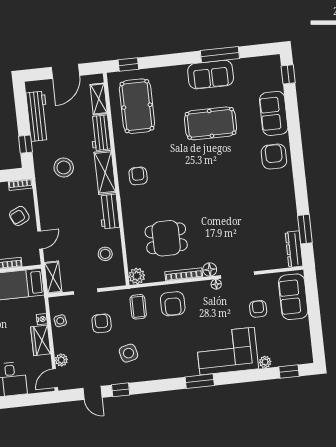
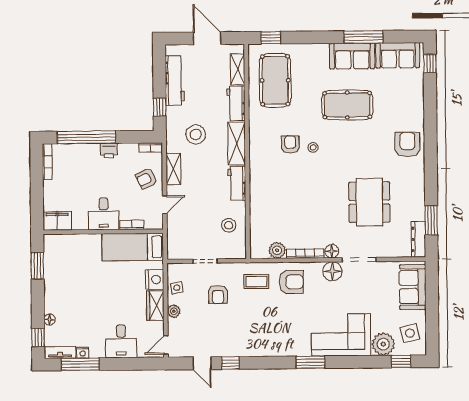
door: (65, 71) -> (207, 38), swing flipped
sofa: (274, 113) -> (398, 55), moved, turned -90
stool: (181, 169) -> (313, 147), added
armchair: (138, 176) -> (290, 145), moved
dining table: (166, 238) -> (369, 202), moved, width x1.38
plant: (137, 276) -> (277, 250), moved
shelving: (53, 277) -> (173, 169), moved
floor lamp: (216, 284) -> (332, 271), width x1.89, depth x1.89
armchair: (173, 304) -> (291, 282), turned -90
coffee table: (138, 307) -> (256, 282), turned 90
armchair: (258, 309) -> (376, 296), removed
nightstand: (42, 319) -> (155, 280), width x1.89, depth x1.79
armchair: (102, 323) -> (218, 294), turned 180
side table: (128, 353) -> (410, 333), moved
plant: (61, 360) -> (174, 311), moved
plant: (265, 362) -> (383, 344), width x1.87, depth x1.87

